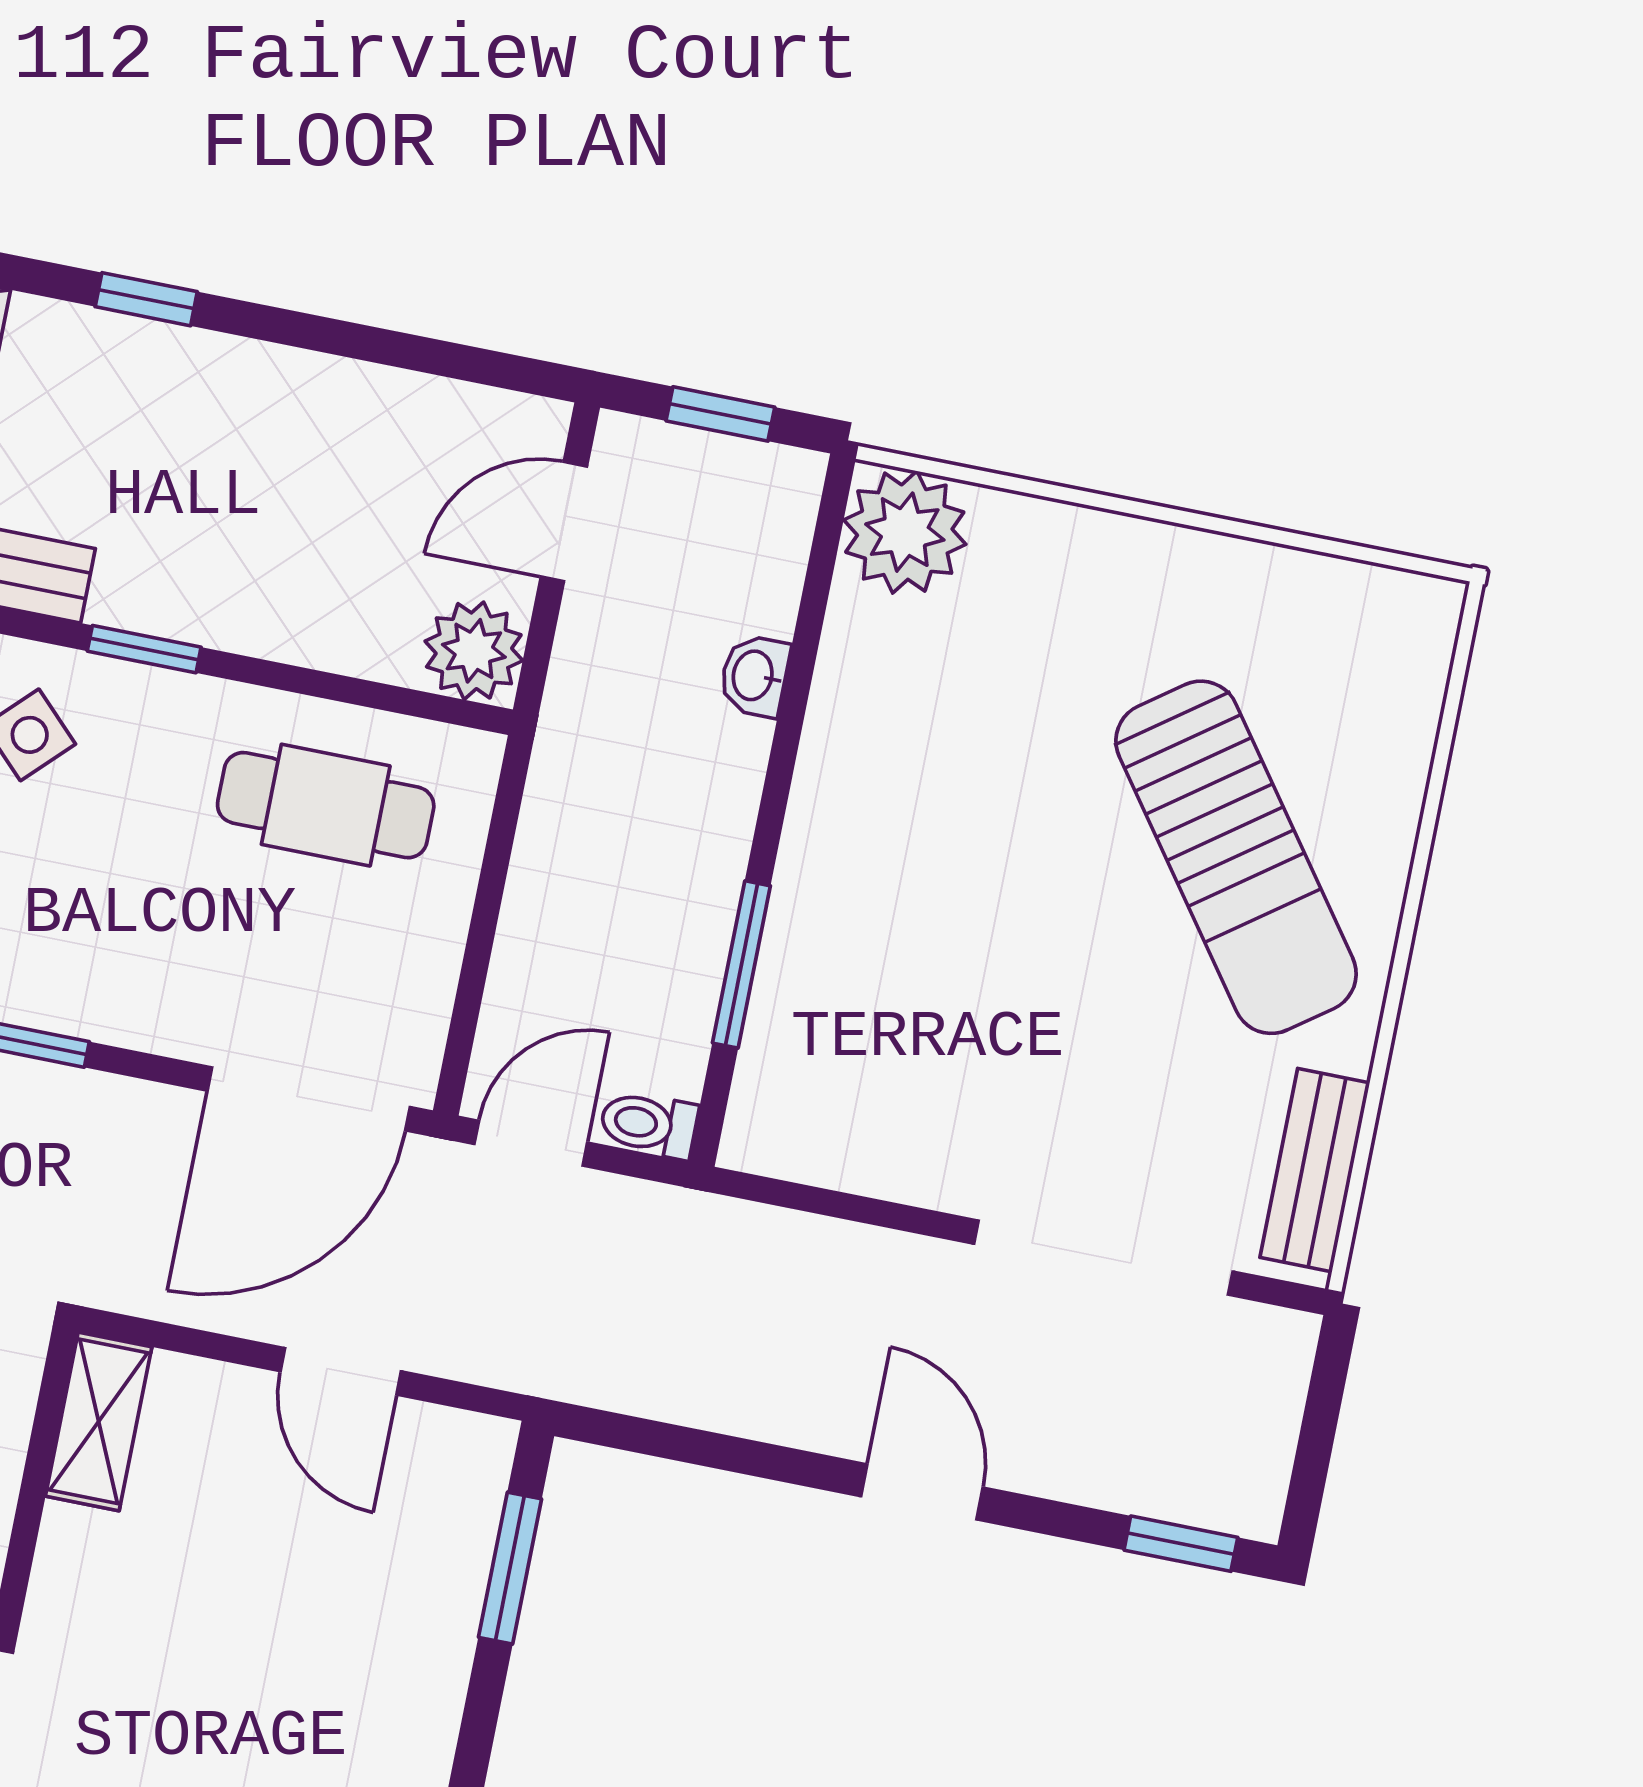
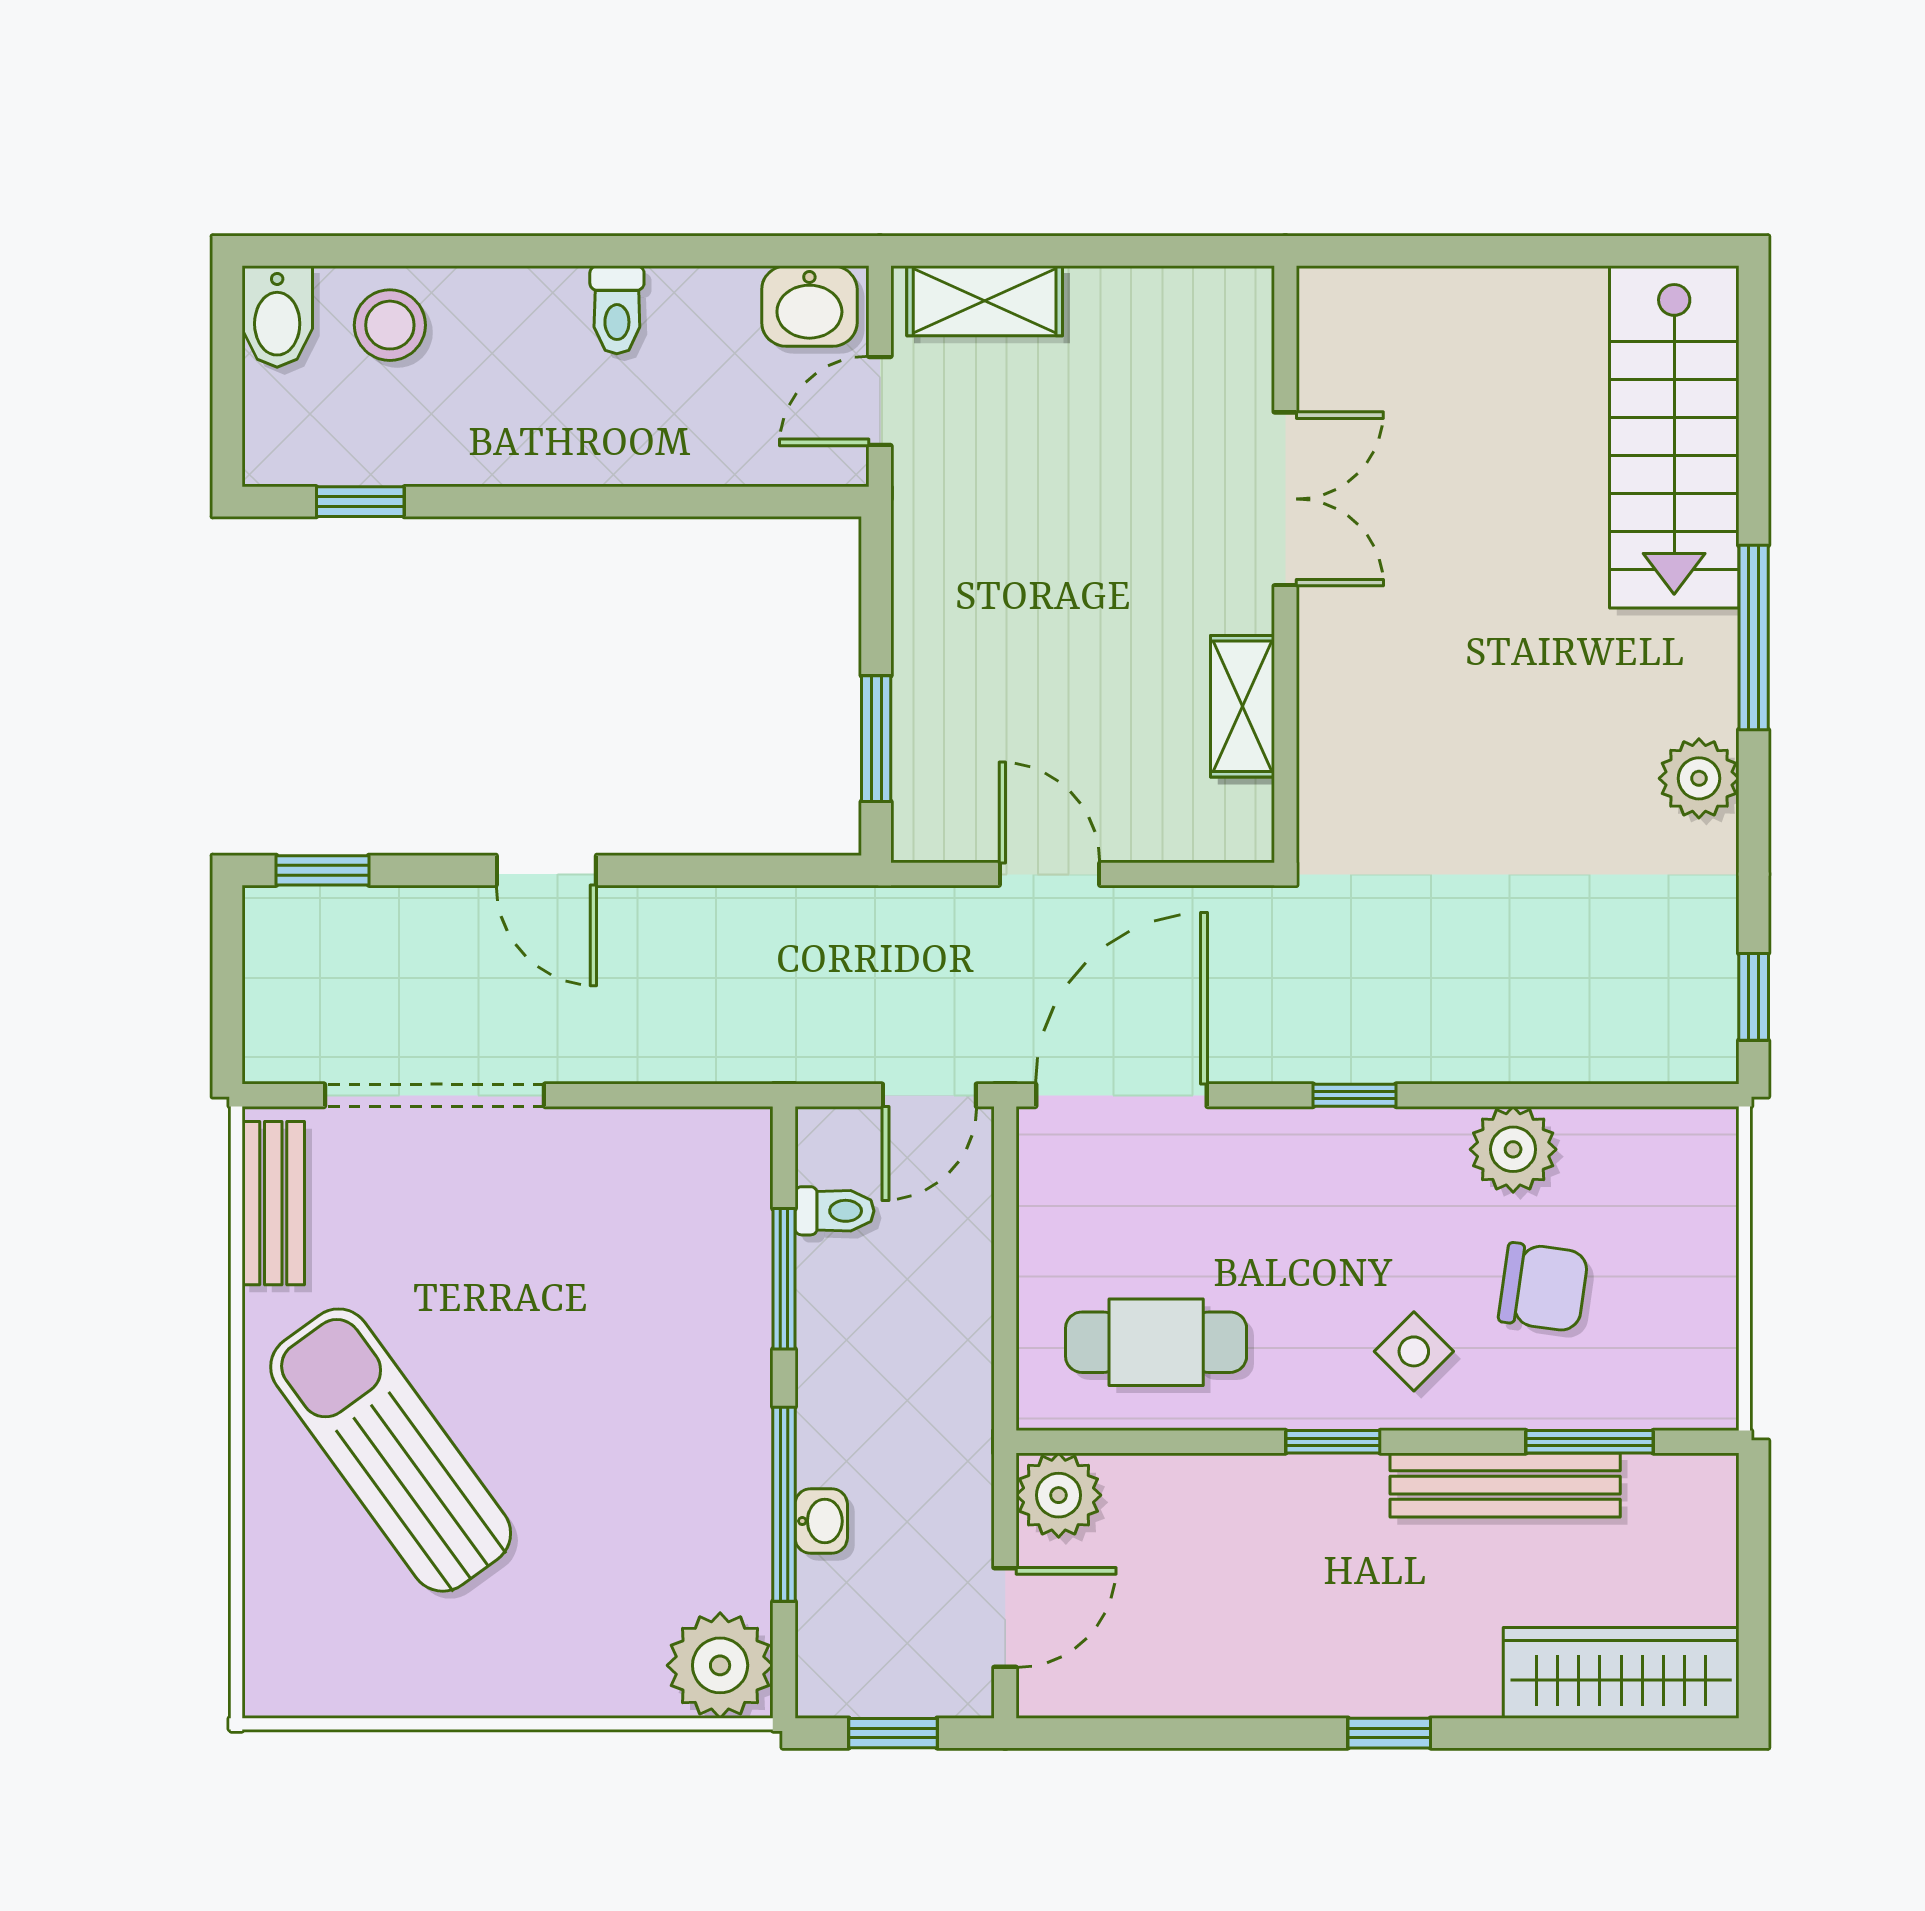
window: (794, 704) -> (784, 1504), added
toilet: (649, 1124) -> (834, 1211), moved
shelving: (99, 1421) -> (1242, 706), moved

